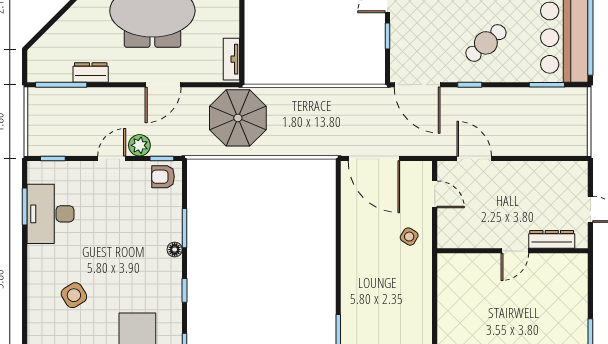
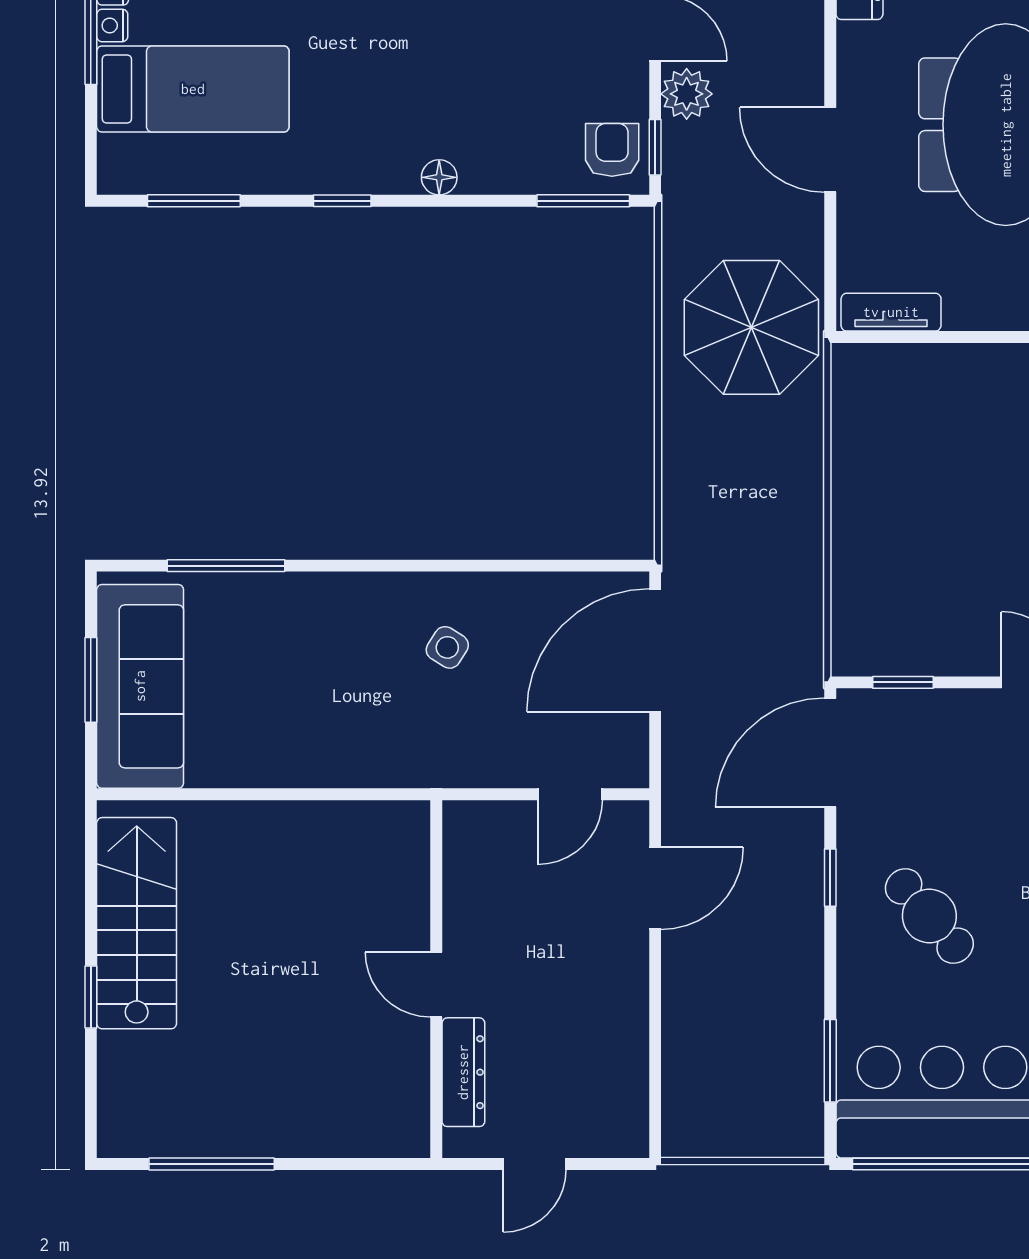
window: (387, 36) -> (903, 682), moved
window: (185, 228) -> (583, 201), moved
side table: (409, 237) -> (447, 647), moved

